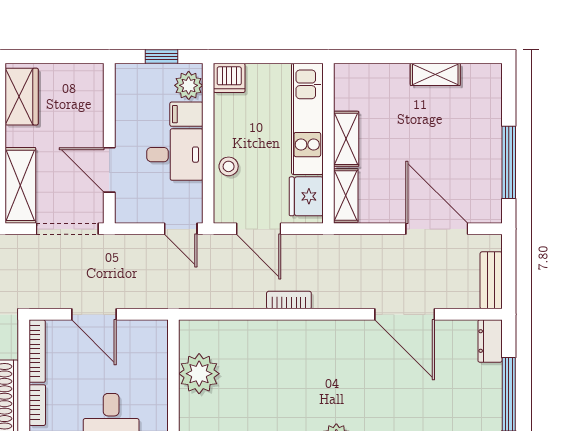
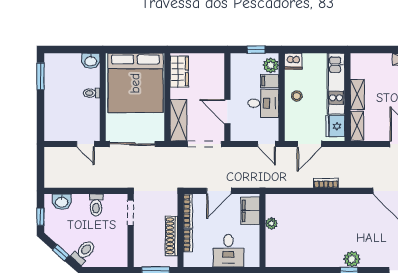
stool: (229, 166) -> (297, 96), moved
door: (259, 229) -> (309, 144), hinge flipped
door: (94, 314) -> (219, 191), hinge flipped
filing cabinet: (151, 351) -> (250, 211), added
plant: (199, 374) -> (271, 223), width x0.53, depth x0.53

